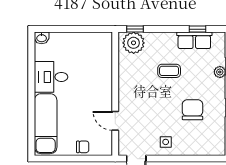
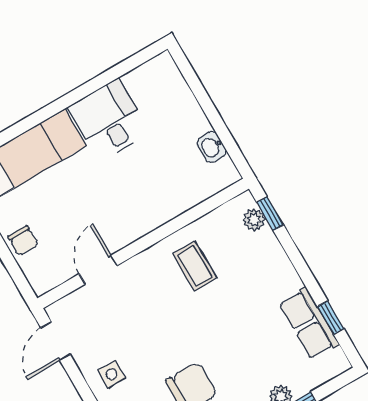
washbasin: (42, 38) -> (212, 147), moved
plant: (134, 43) -> (254, 220), width x0.53, depth x0.53
coffee table: (169, 71) -> (195, 266), moved

